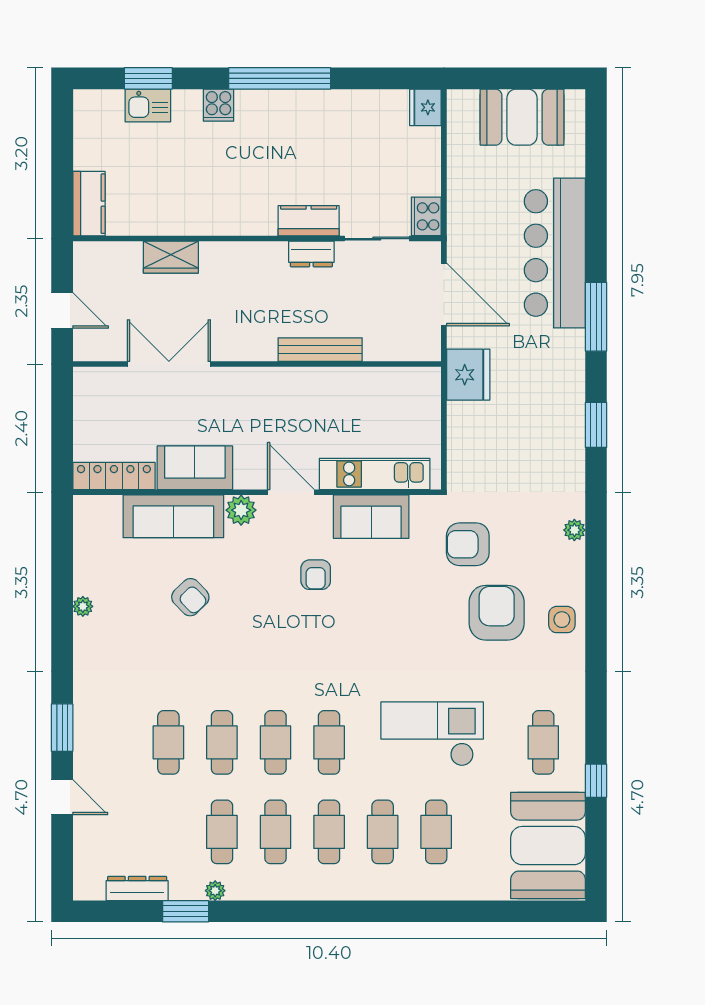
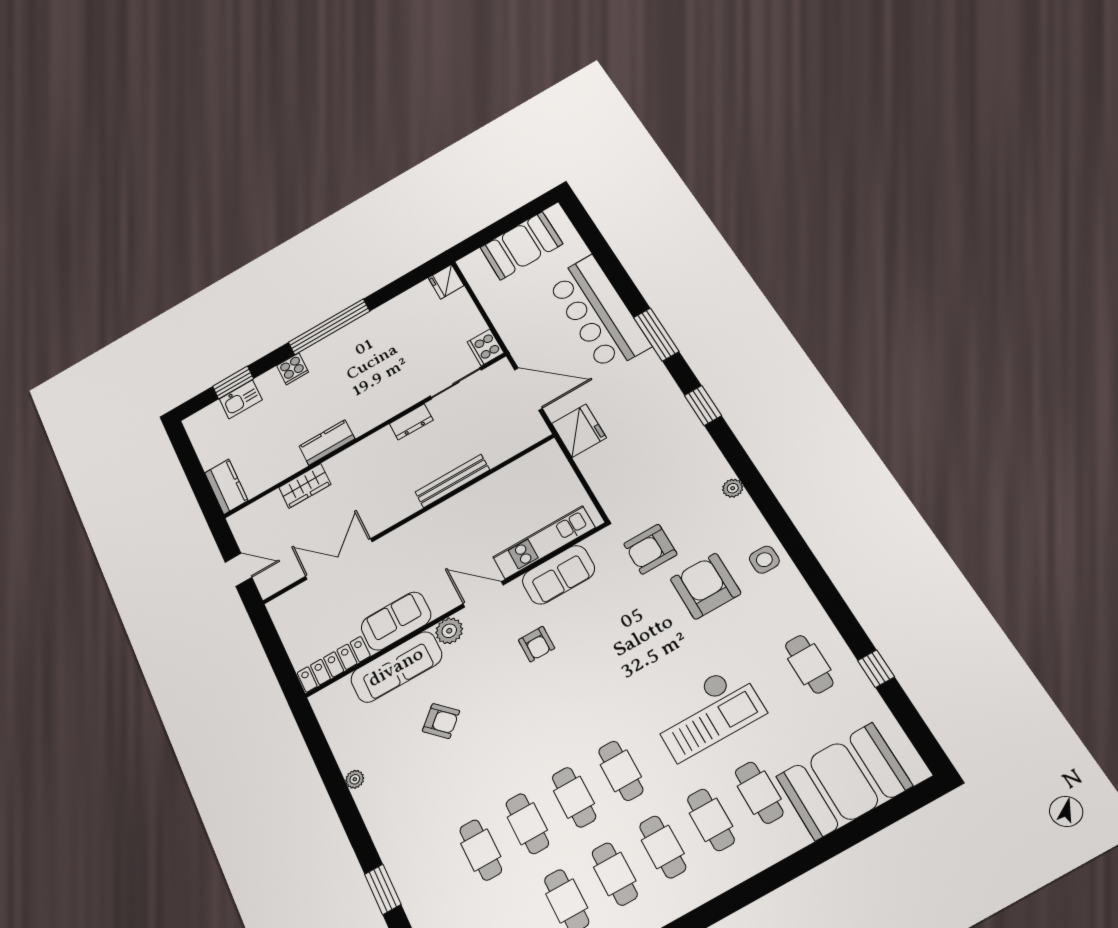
kitchen counter: (309, 221) -> (327, 443), moved
checkout: (432, 734) -> (707, 713), turned 180
booth: (548, 846) -> (844, 781), moved, turned 90

